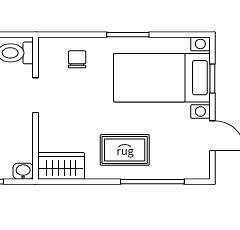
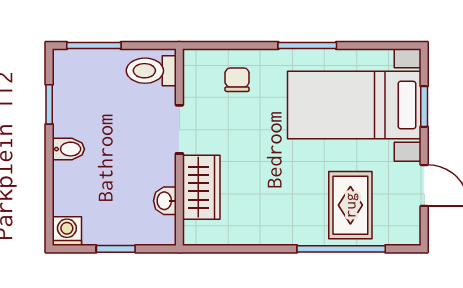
rug: (125, 150) -> (350, 205), moved, turned 90
wardrobe: (61, 166) -> (201, 187), moved, turned 90
washbasin: (23, 171) -> (165, 201), moved, turned -90

